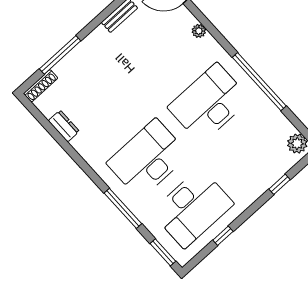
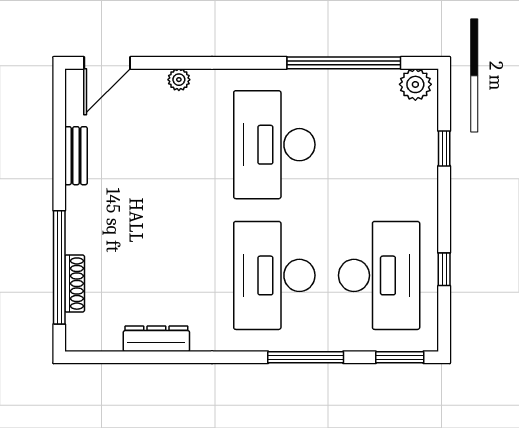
window: (60, 55) -> (59, 267), width x1.46
window: (259, 82) -> (344, 63), moved
shoe rack: (41, 86) -> (75, 284), moved
dresser: (64, 126) -> (156, 339), width x1.44

